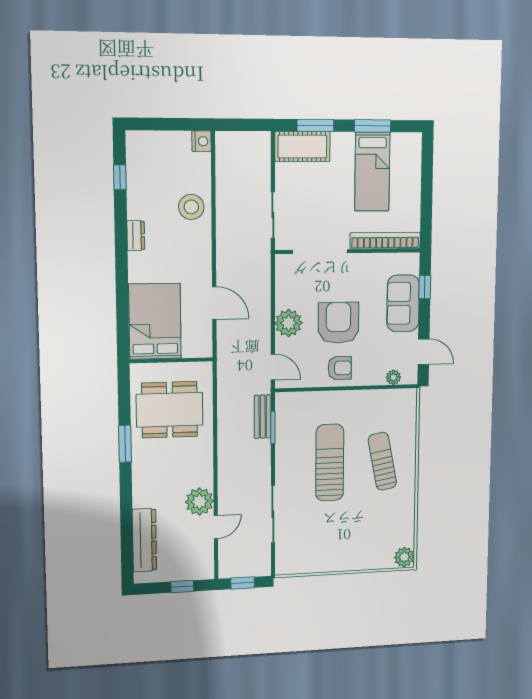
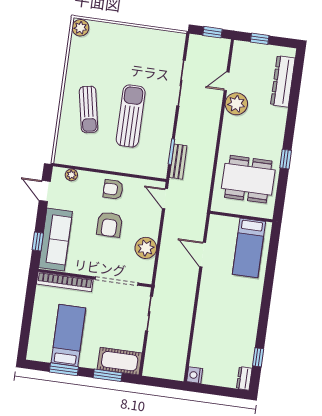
stool: (191, 207) -> (209, 328), removed
dresser: (136, 236) -> (244, 378), moved
sofa: (403, 303) -> (56, 239), width x1.36
bed: (155, 321) -> (249, 248), width x0.67
plant: (289, 323) -> (146, 248), moved
armchair: (338, 323) -> (109, 224), width x0.73, depth x0.73
window: (125, 444) -> (286, 159), width x0.67
sun lounger: (330, 463) -> (131, 116), turned 180

